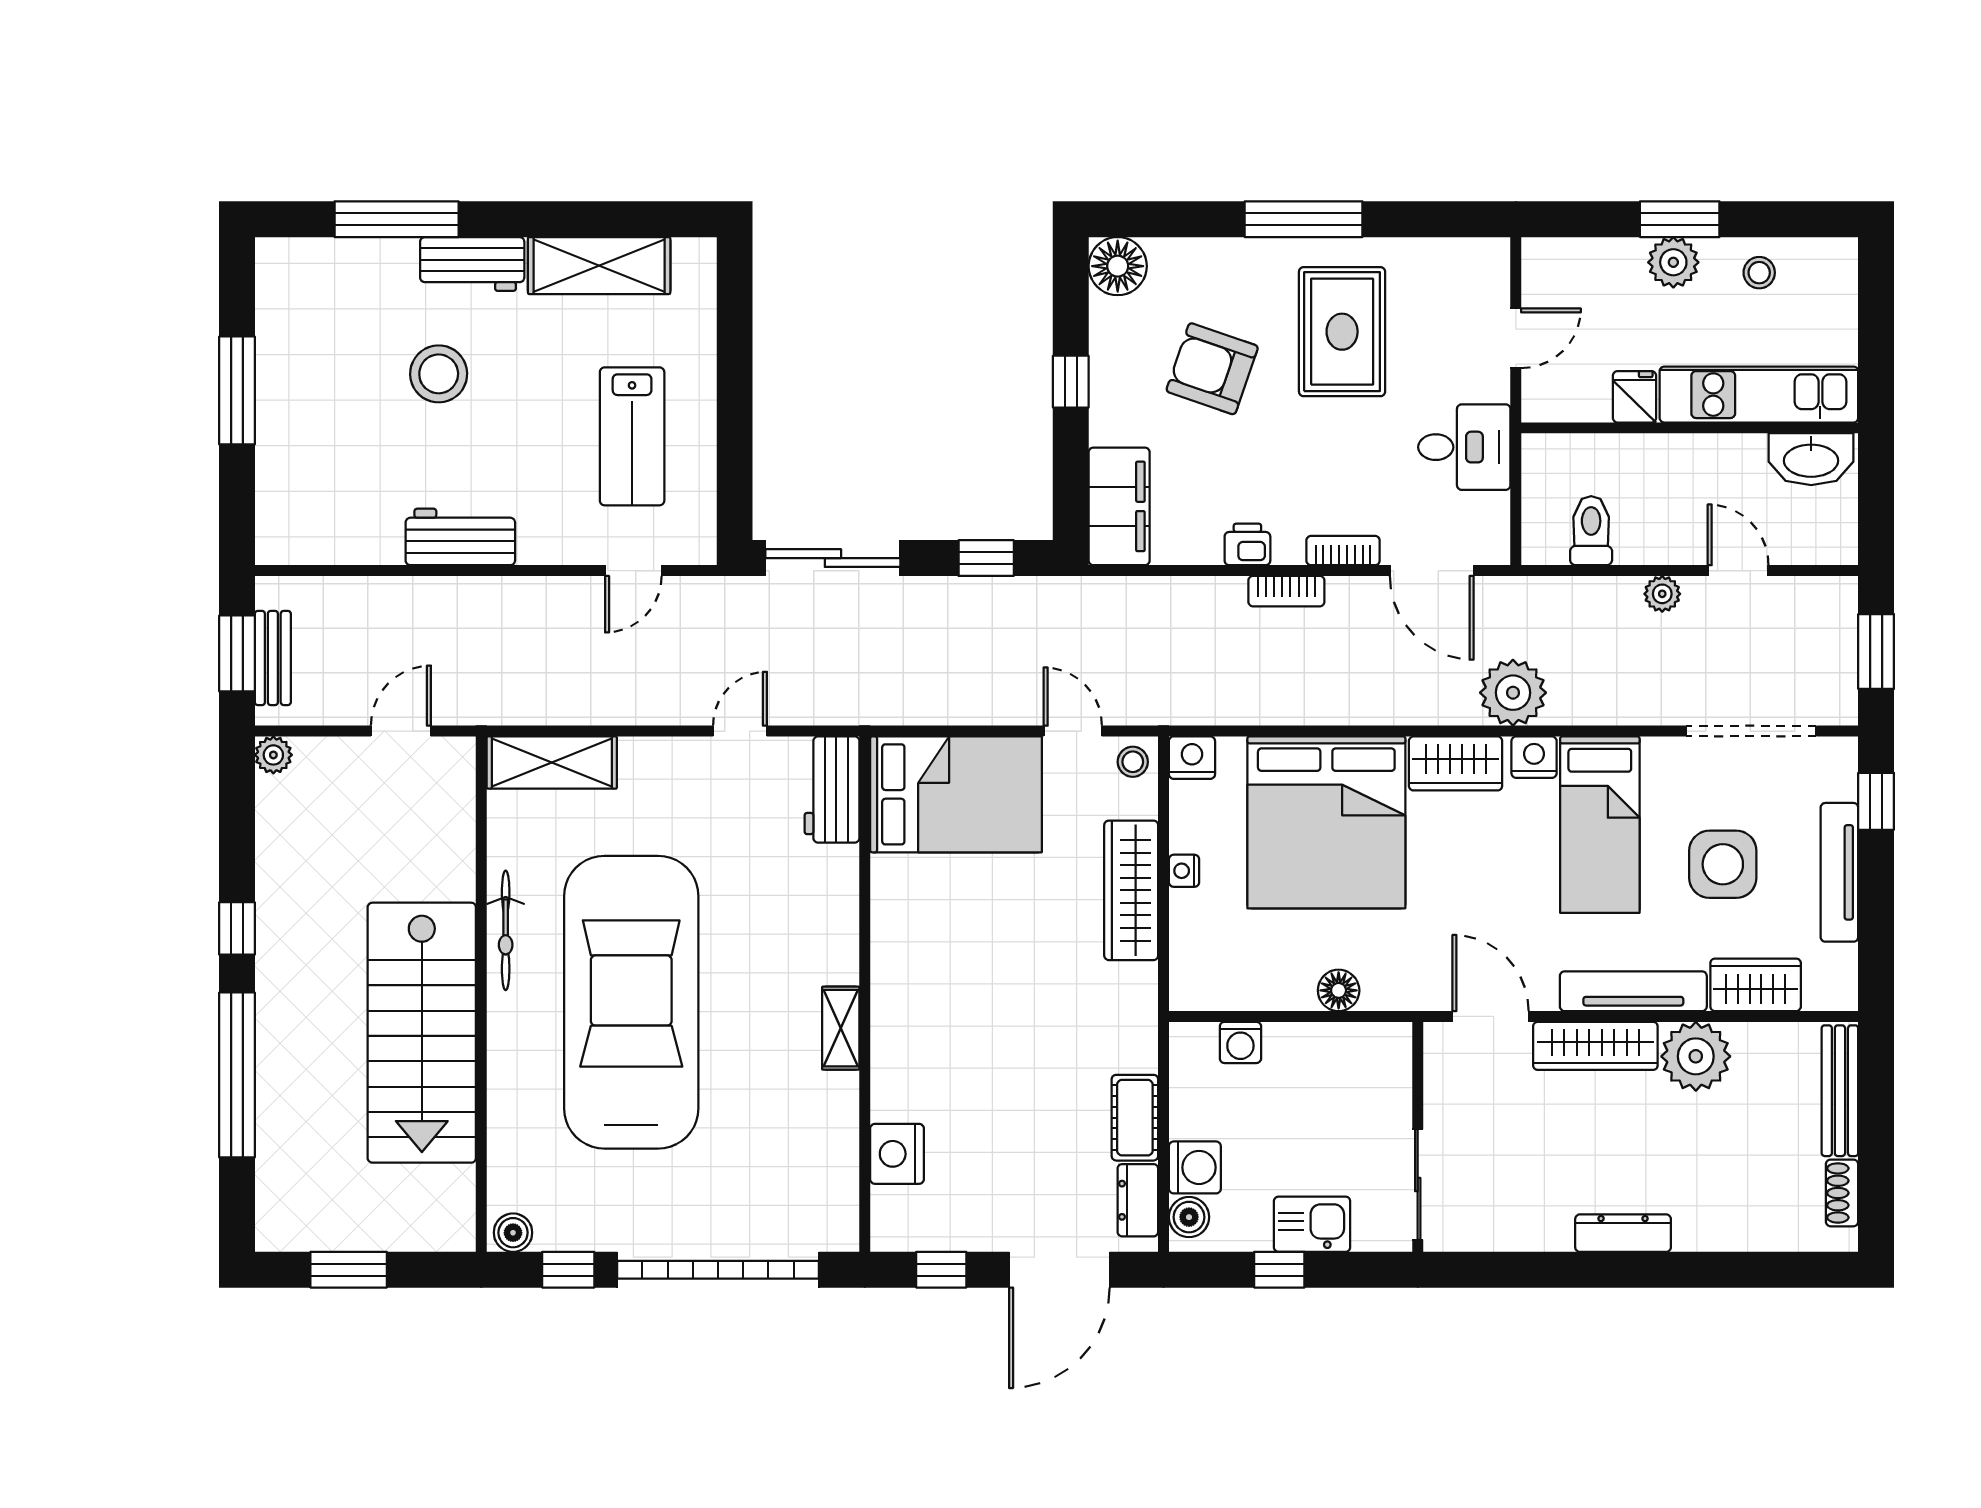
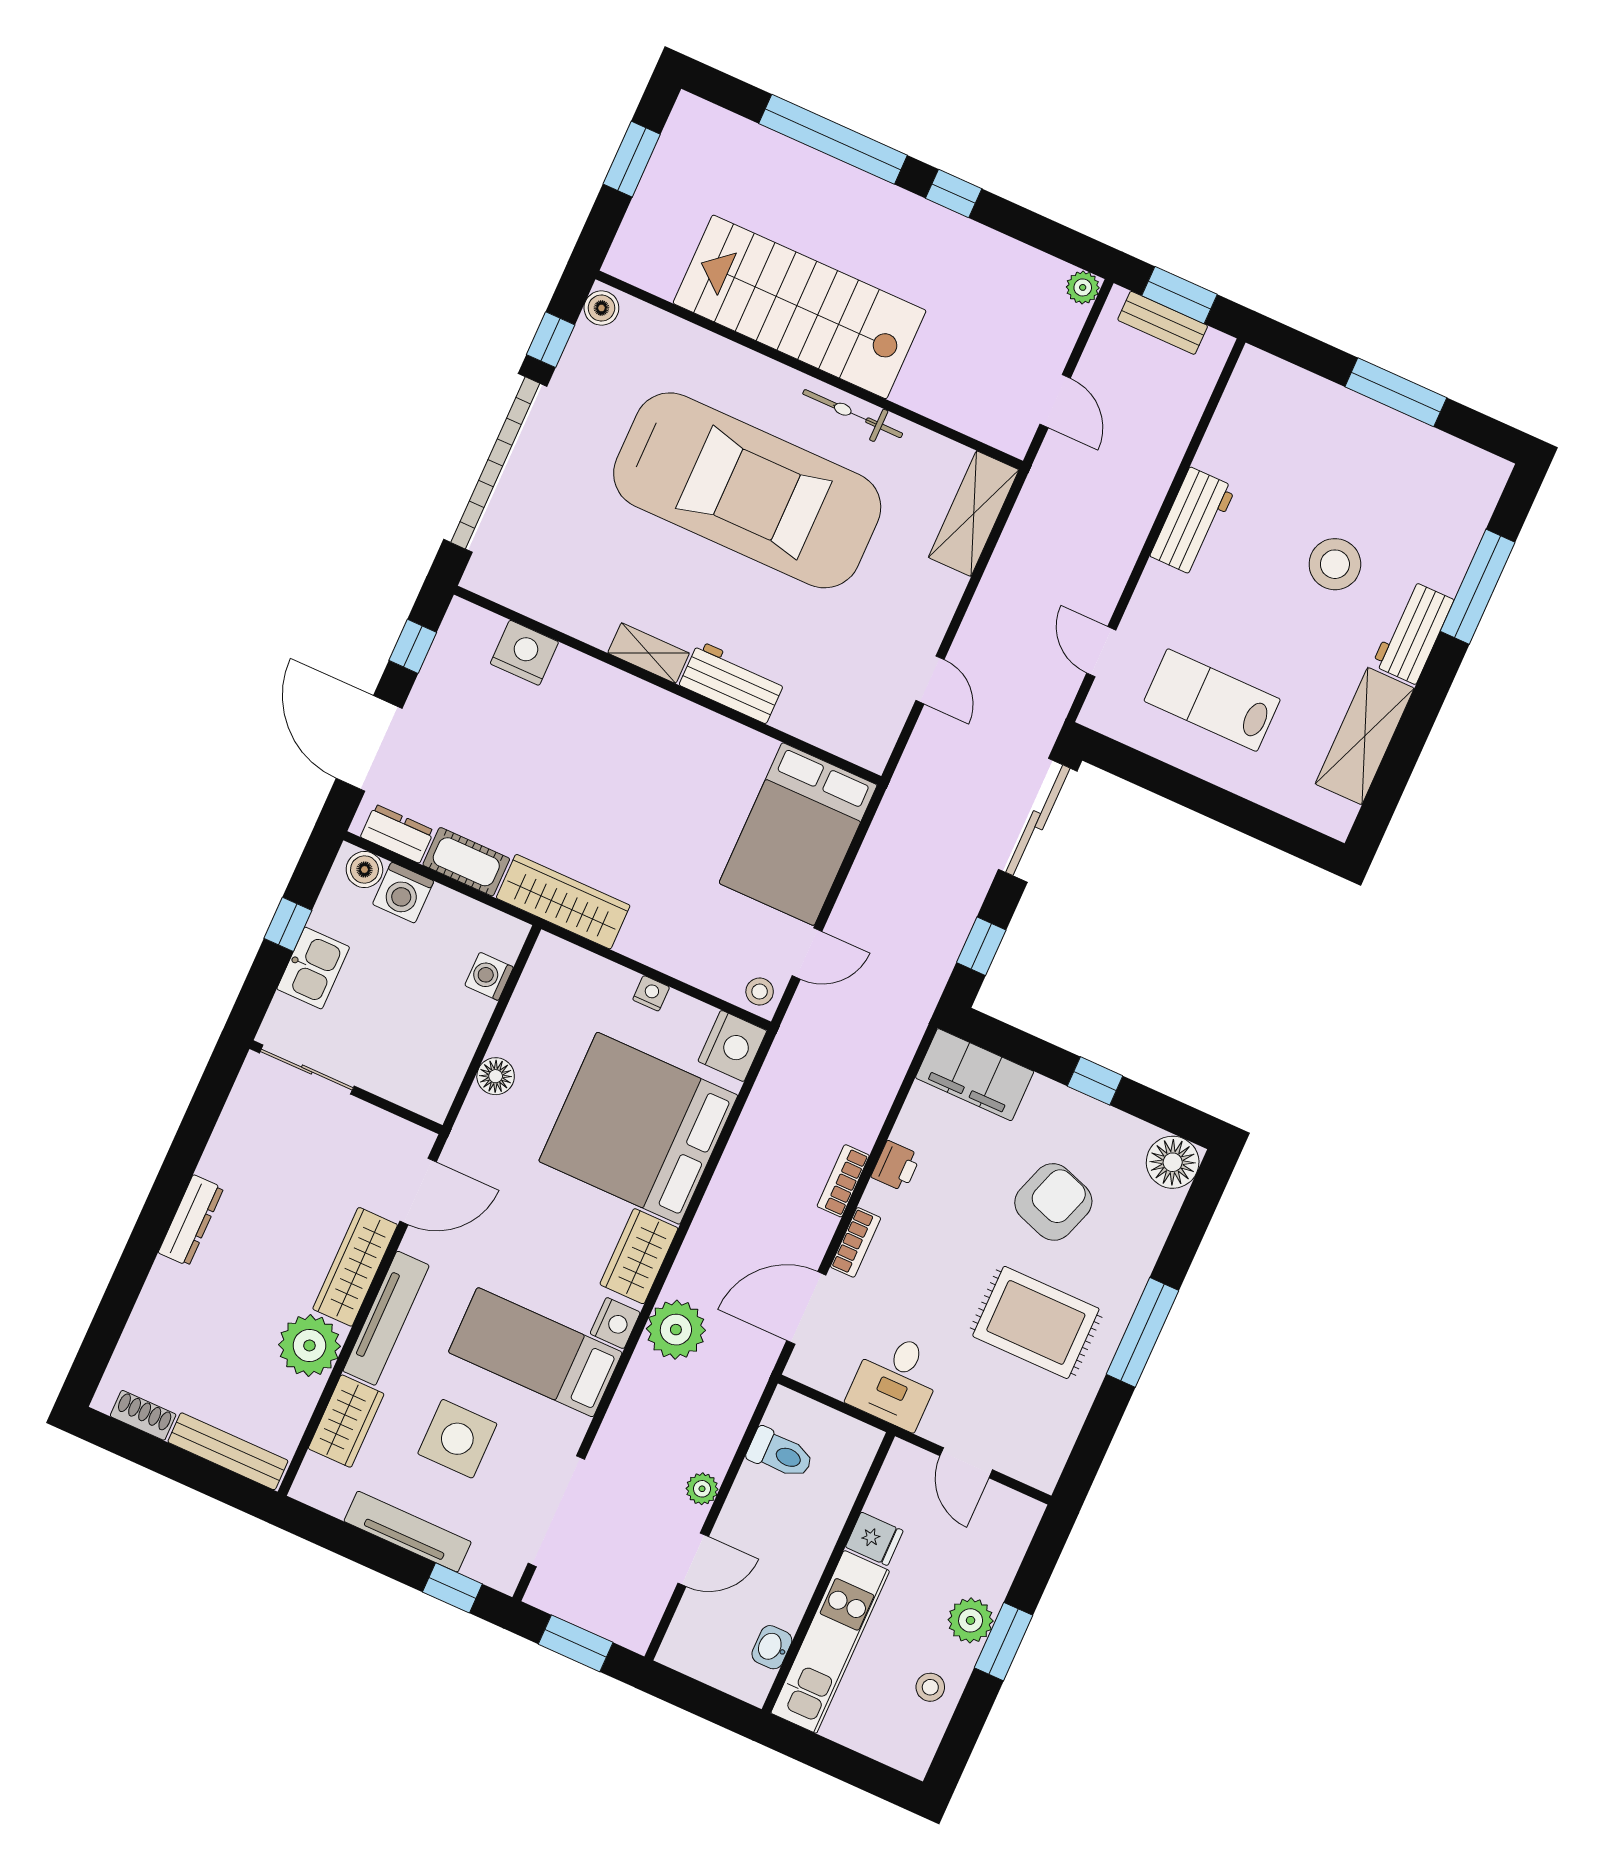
washbasin: (1811, 459) -> (772, 1647), width x0.52, depth x0.69
nightstand: (1192, 758) -> (732, 1046), width x1.36, depth x1.33
workbench: (832, 790) -> (733, 682), moved
wardrobe: (1131, 890) -> (563, 902), moved

